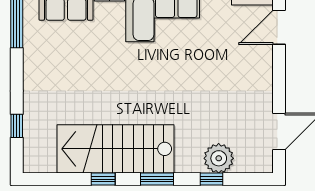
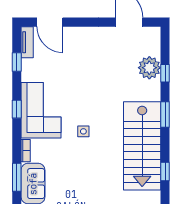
side table: (135, 71) -> (83, 131), added
window: (103, 179) -> (165, 172), moved

